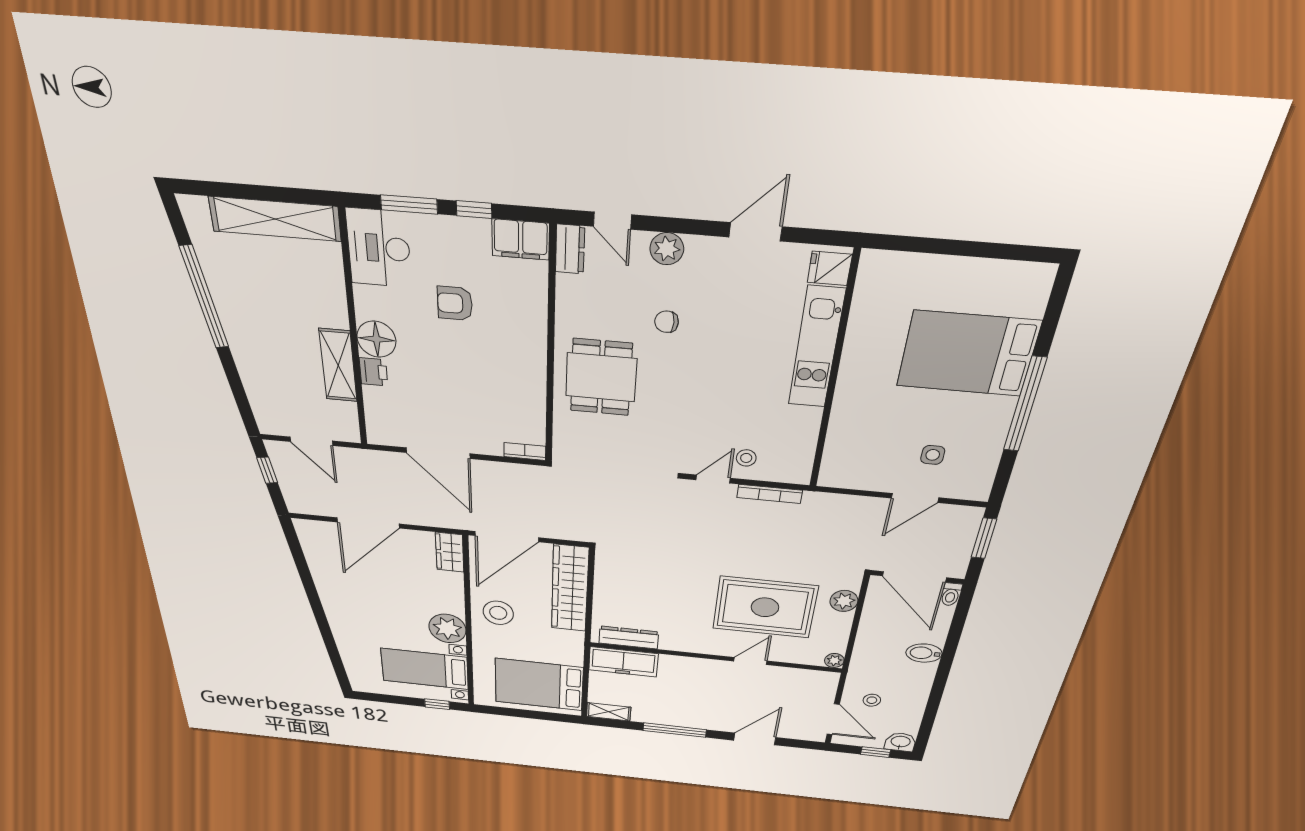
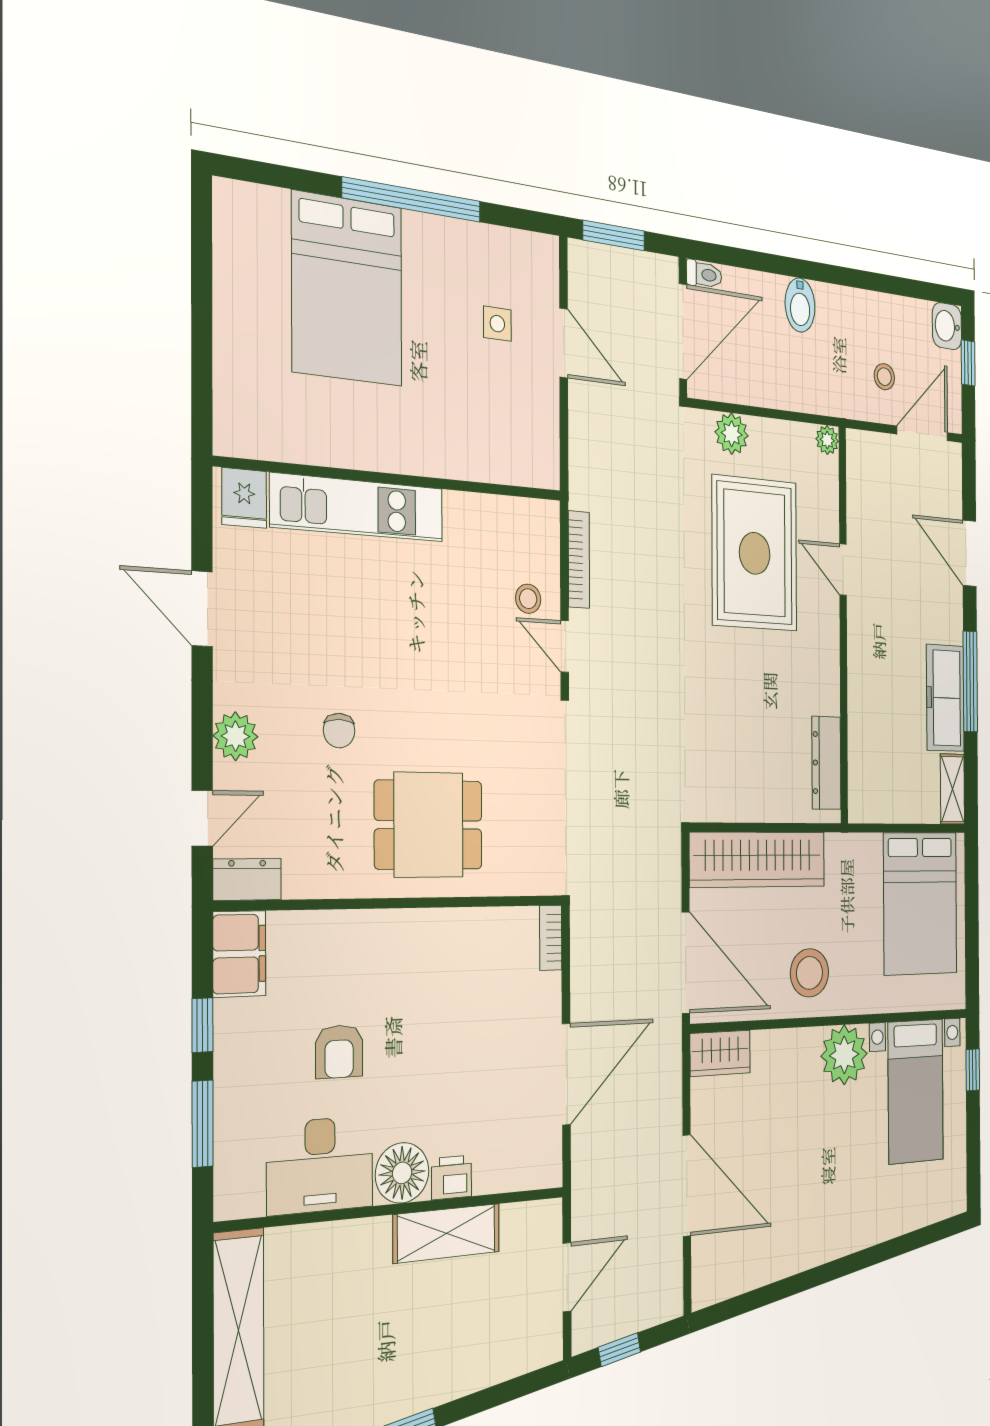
desk: (379, 248) -> (320, 1165), moved
freezer: (623, 662) -> (945, 698), moved, turned 180

